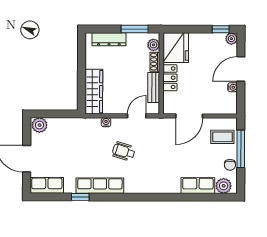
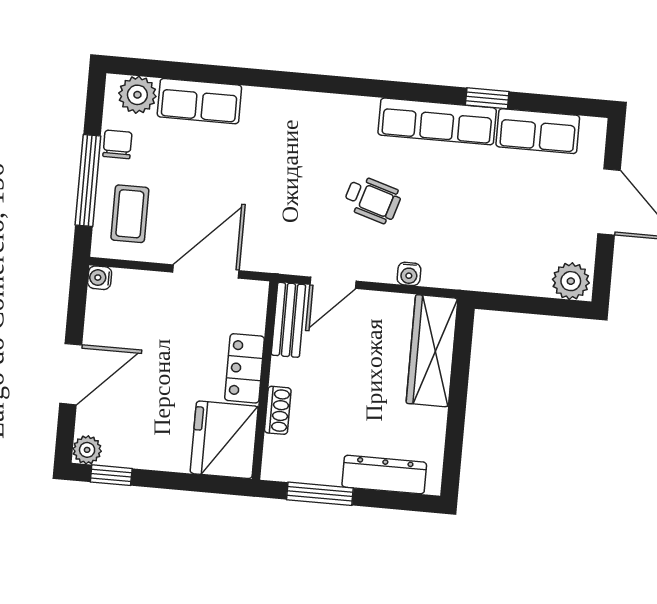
plant: (153, 45) -> (277, 451), removed
water cooler: (233, 87) -> (100, 278), moved
bench: (154, 88) -> (288, 320), moved
coffee table: (222, 137) -> (130, 214), turned 90
row of seats: (47, 185) -> (538, 131), moved

